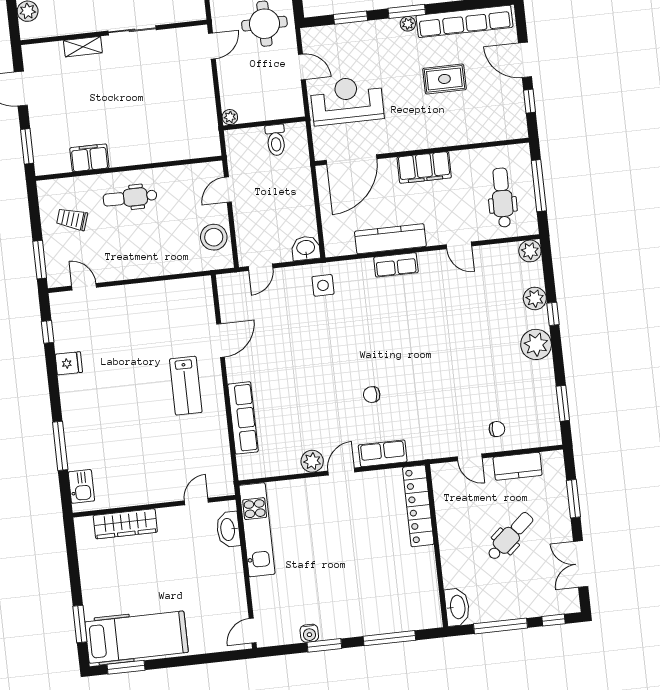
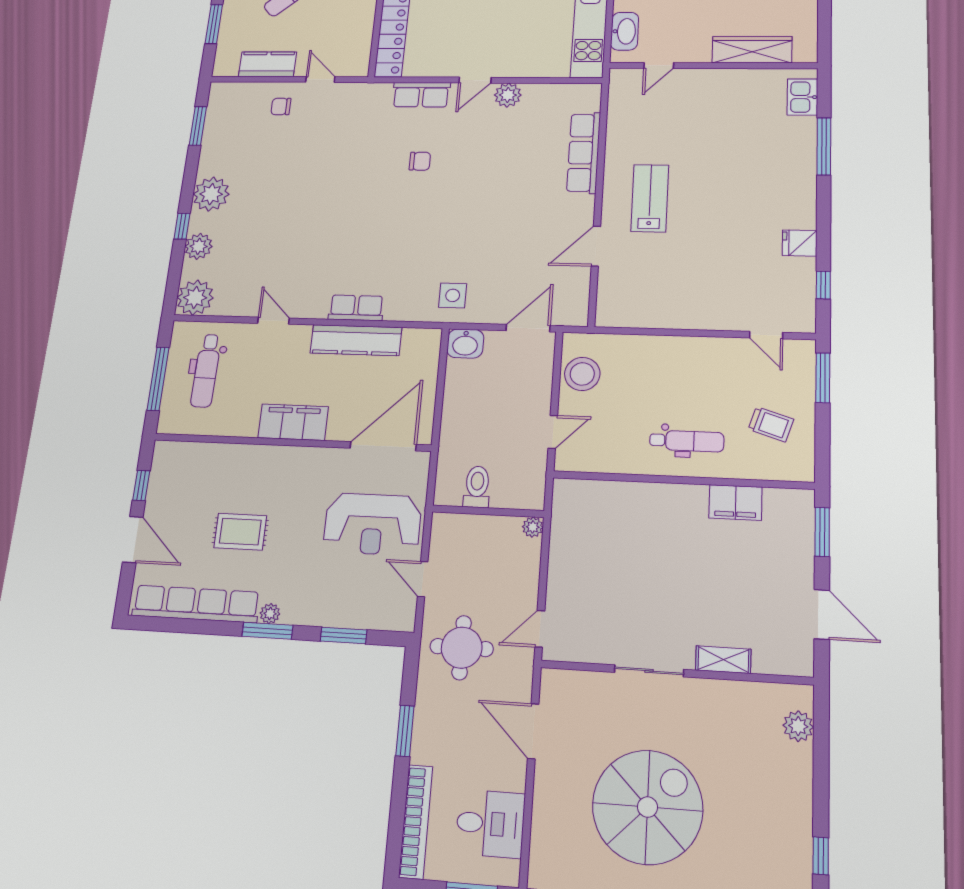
plant: (530, 251) -> (195, 298), width x1.36, depth x1.36
door: (261, 267) -> (528, 328), width x1.38

